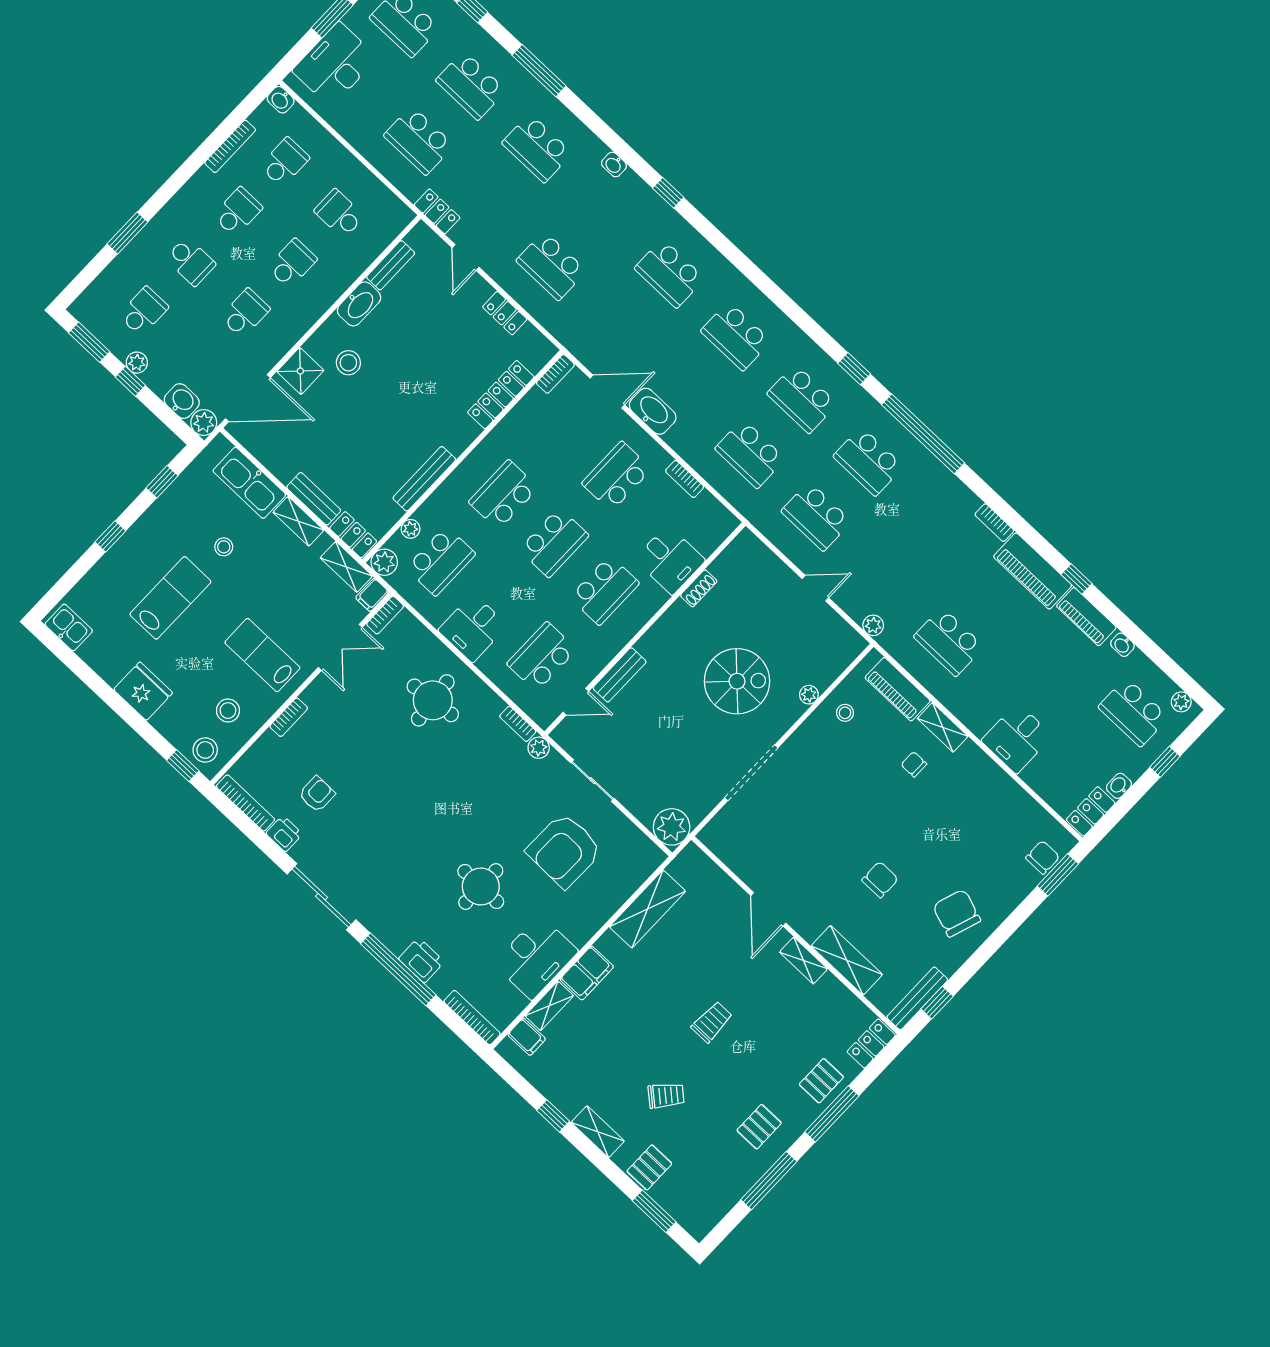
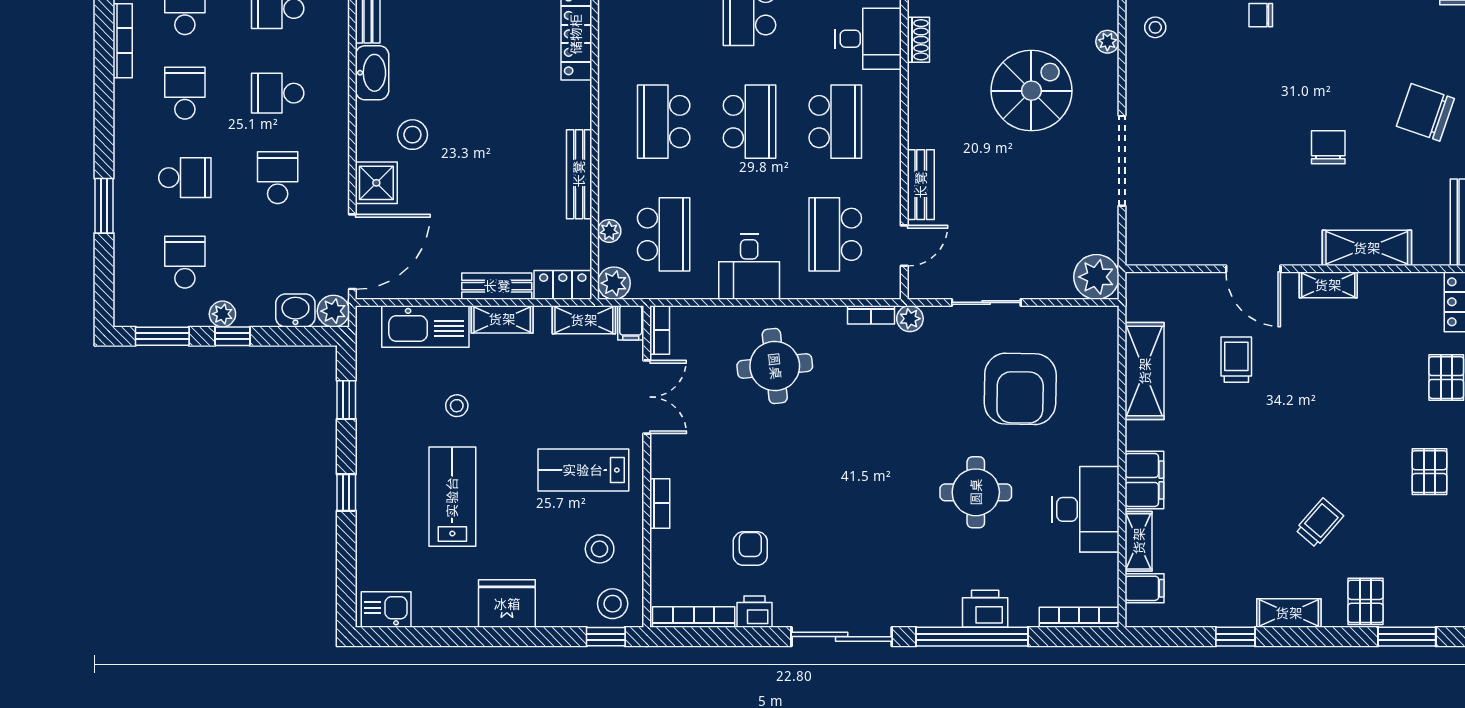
school desk: (292, 263) -> (278, 93), turned -90
trolley: (712, 1022) -> (1236, 360), moved

